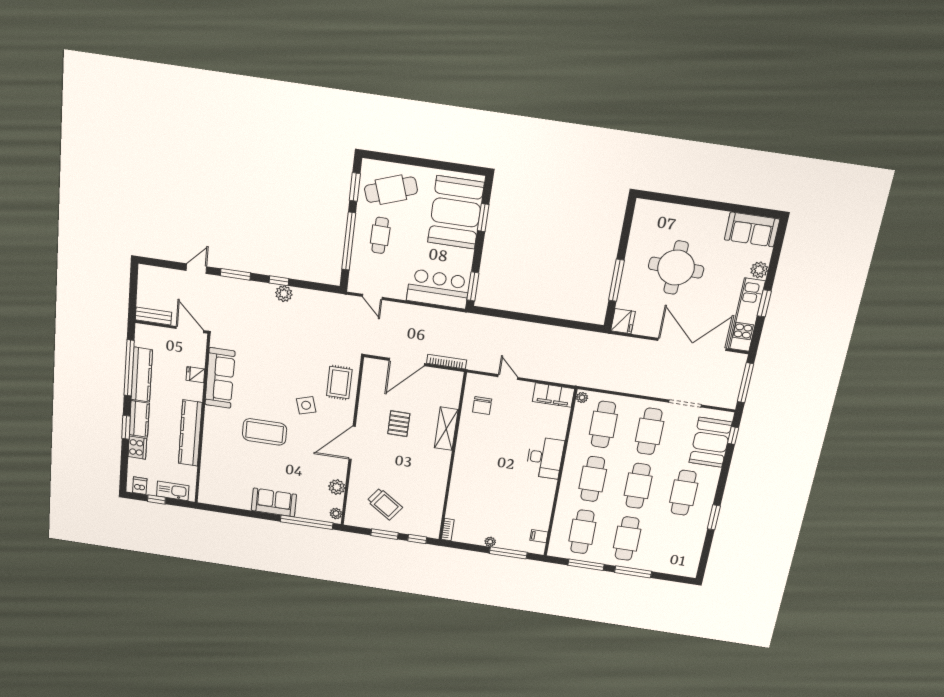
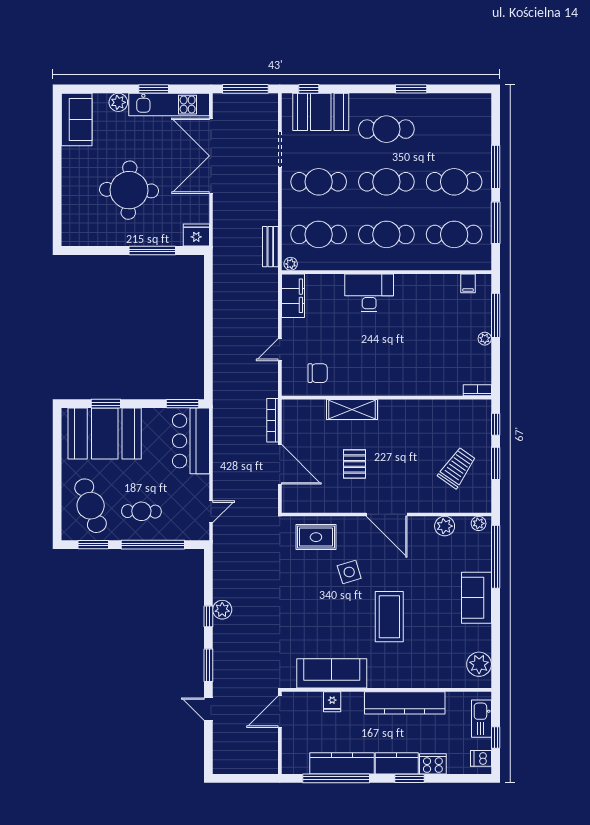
bench: (153, 316) -> (270, 247), moved
pallet: (399, 424) -> (355, 464), turned 90
plant: (218, 496) -> (479, 664), added

